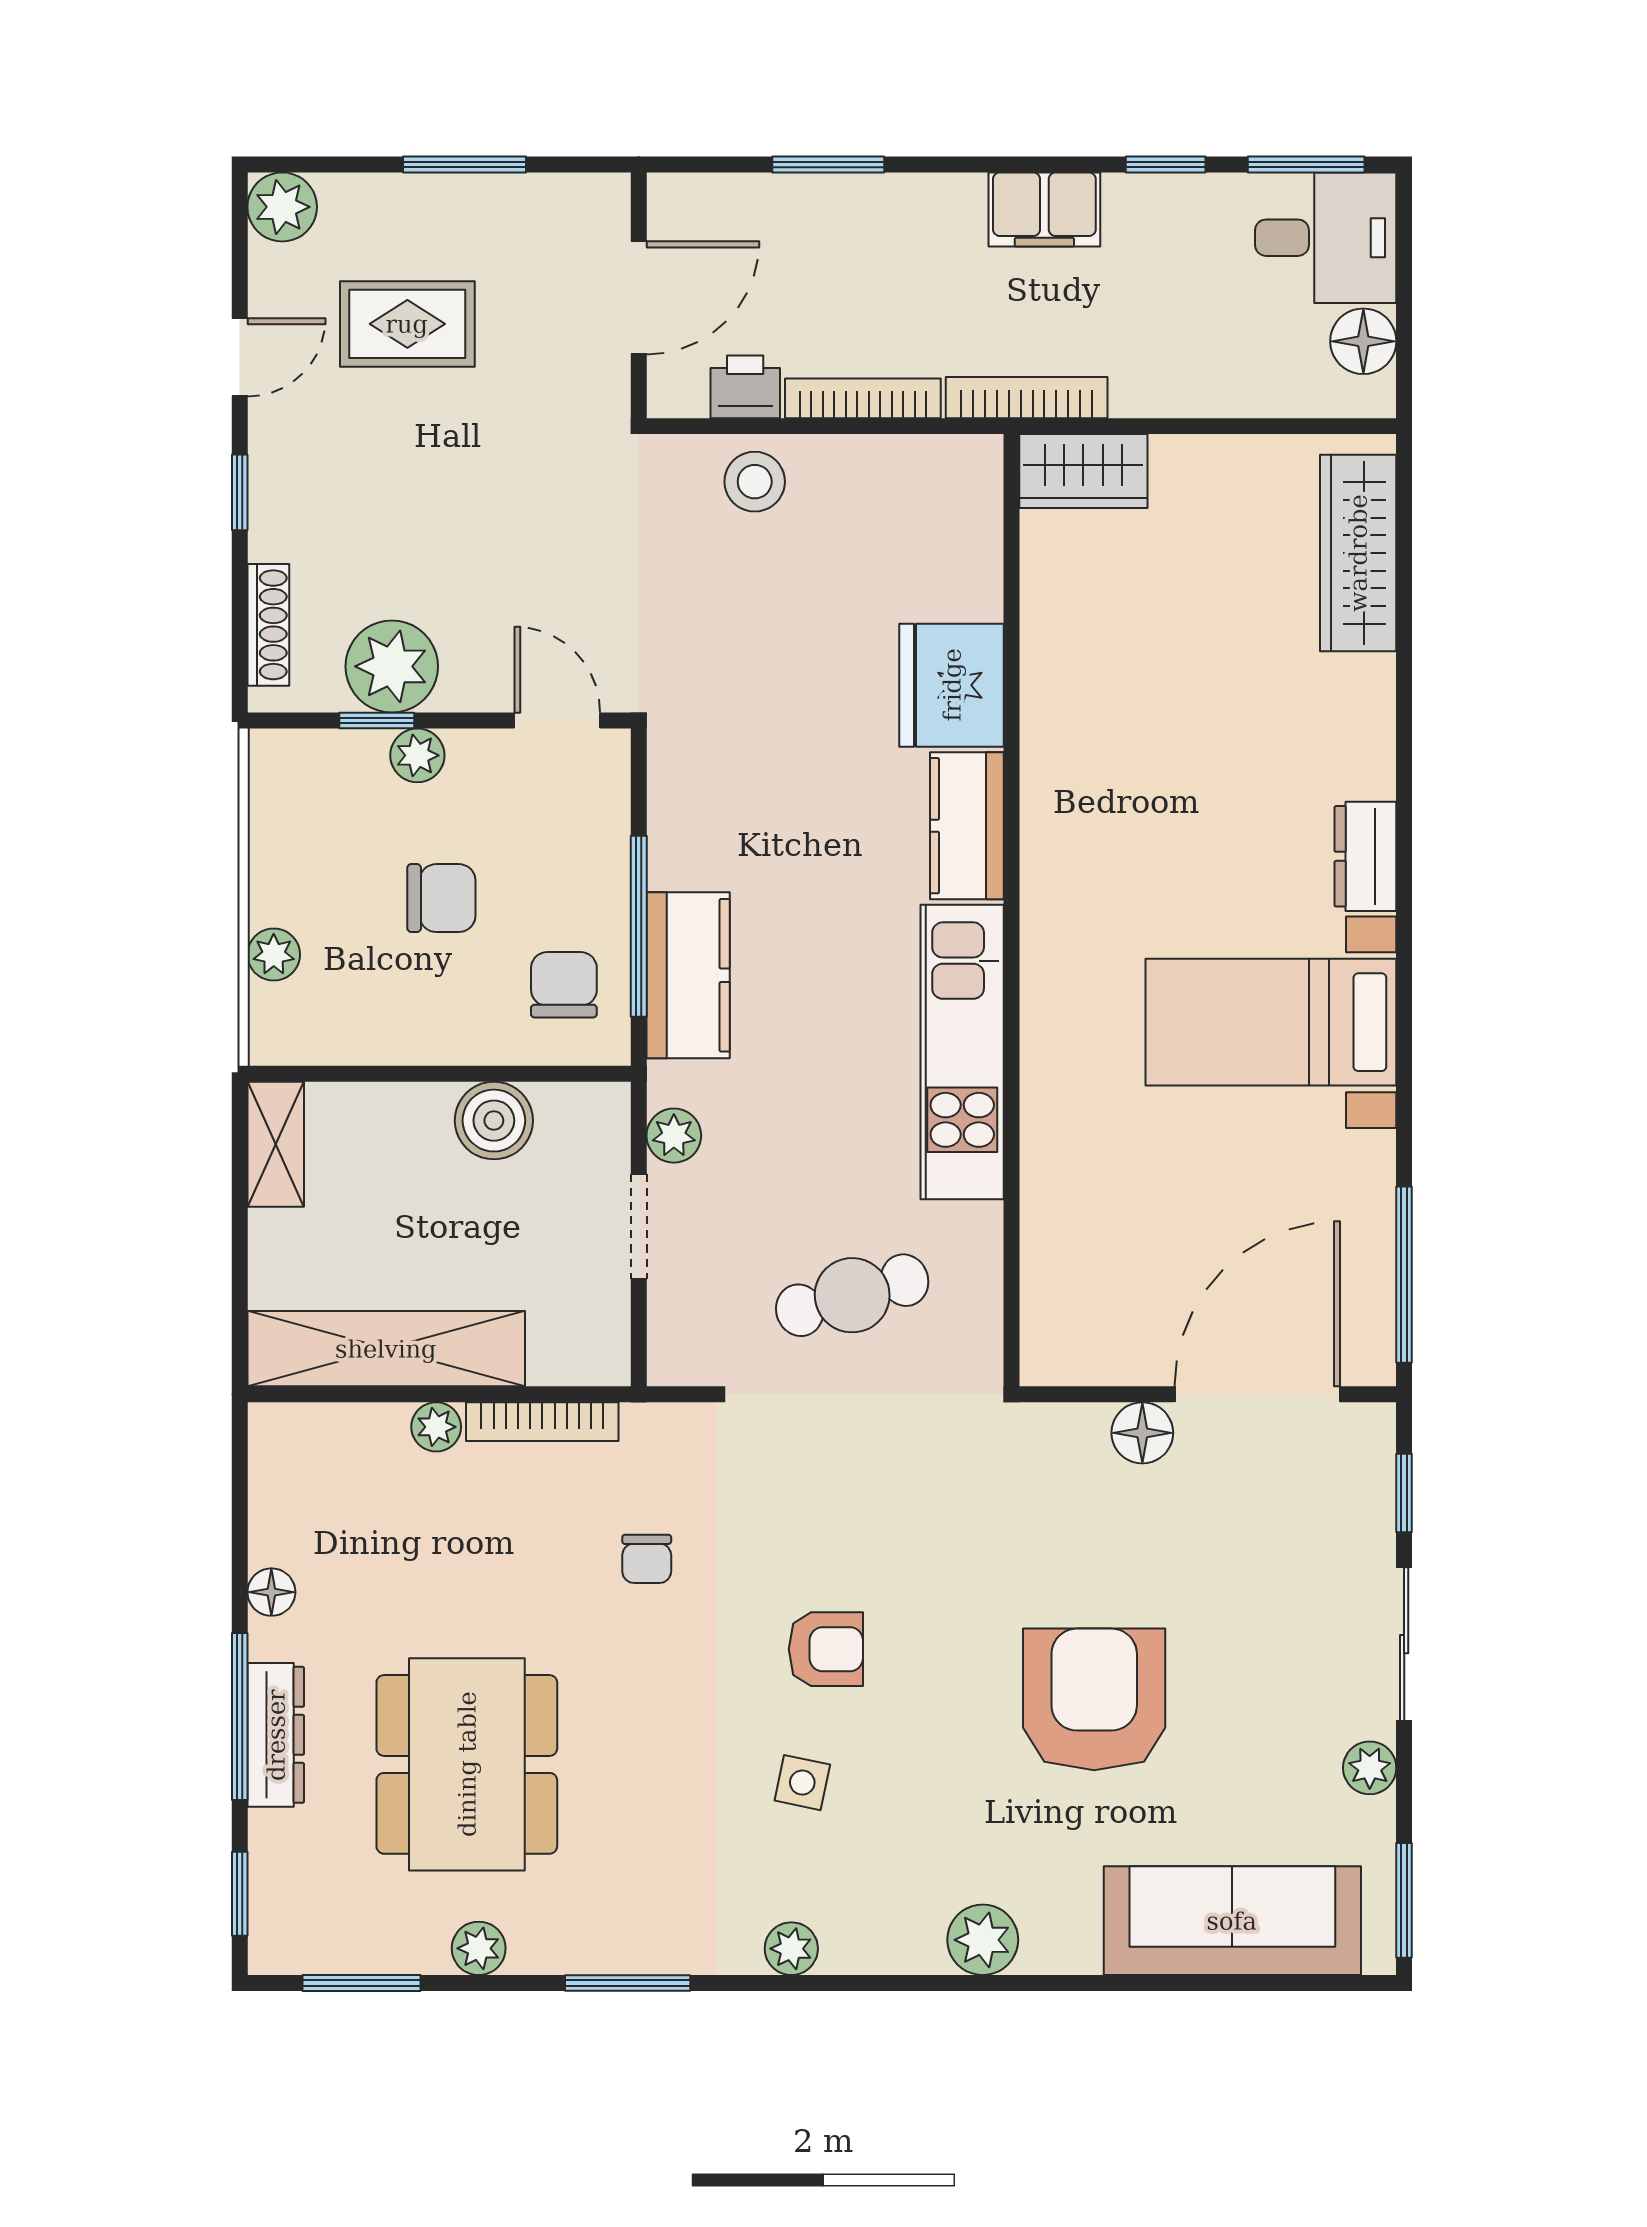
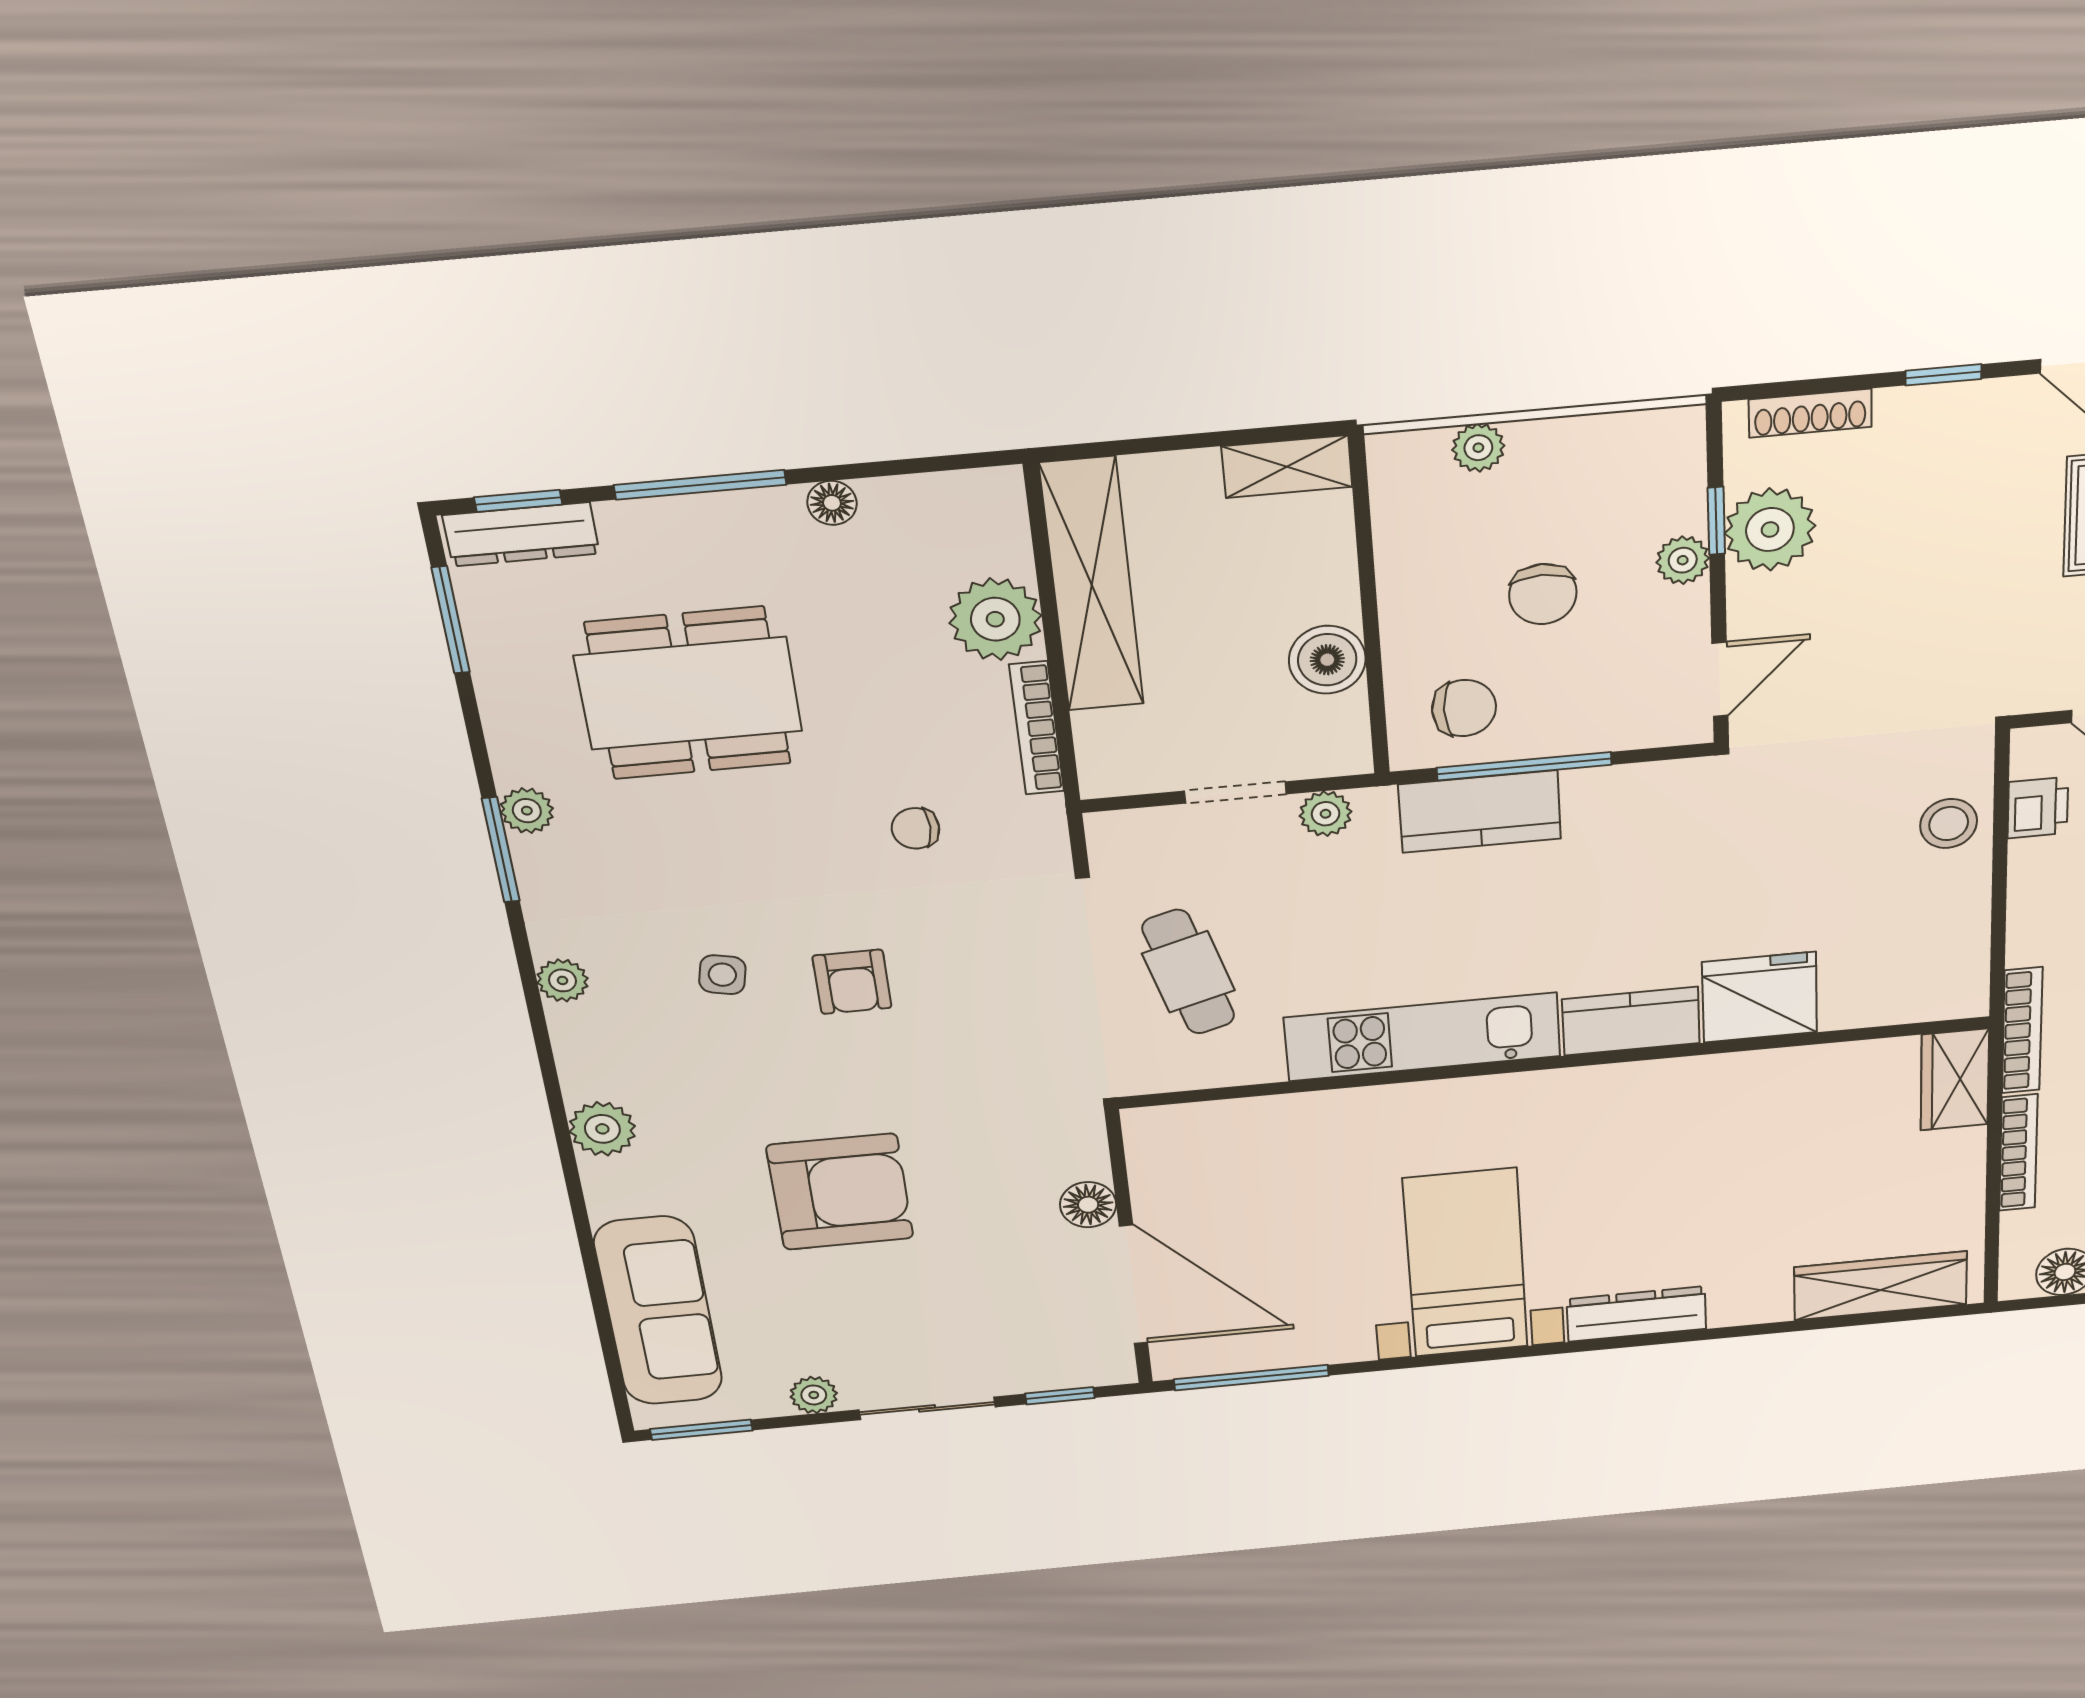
bookcase: (863, 398) -> (2018, 1153), moved
dresser: (1365, 856) -> (1636, 1314), width x1.44
plant: (436, 1427) -> (995, 619), width x1.88, depth x1.88
dresser: (276, 1735) -> (521, 534), moved
plant: (479, 1948) -> (527, 811), moved

